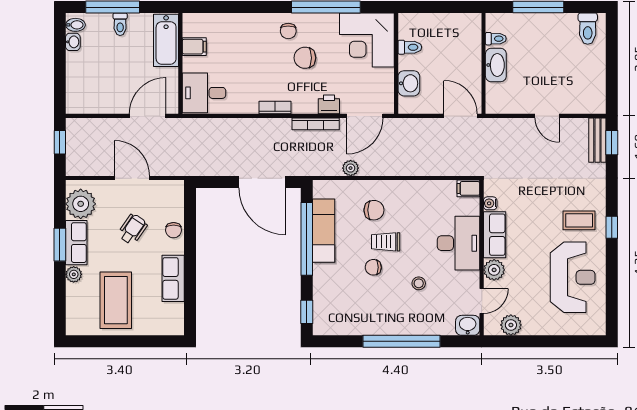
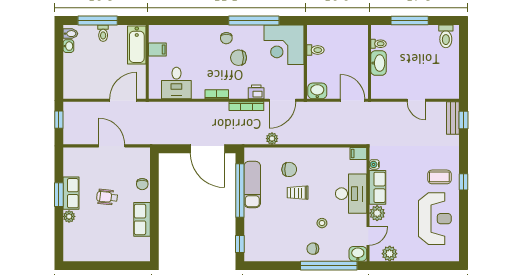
washbasin: (409, 83) -> (317, 91), moved, turned -90
desk: (204, 93) -> (176, 83), moved, turned -90
plant: (81, 204) -> (74, 165), removed
wheelchair: (133, 229) -> (107, 197), moved, turned -118
chair: (373, 267) -> (313, 249), moved
coffee table: (116, 300) -> (100, 235), removed
window: (401, 341) -> (329, 266), moved

